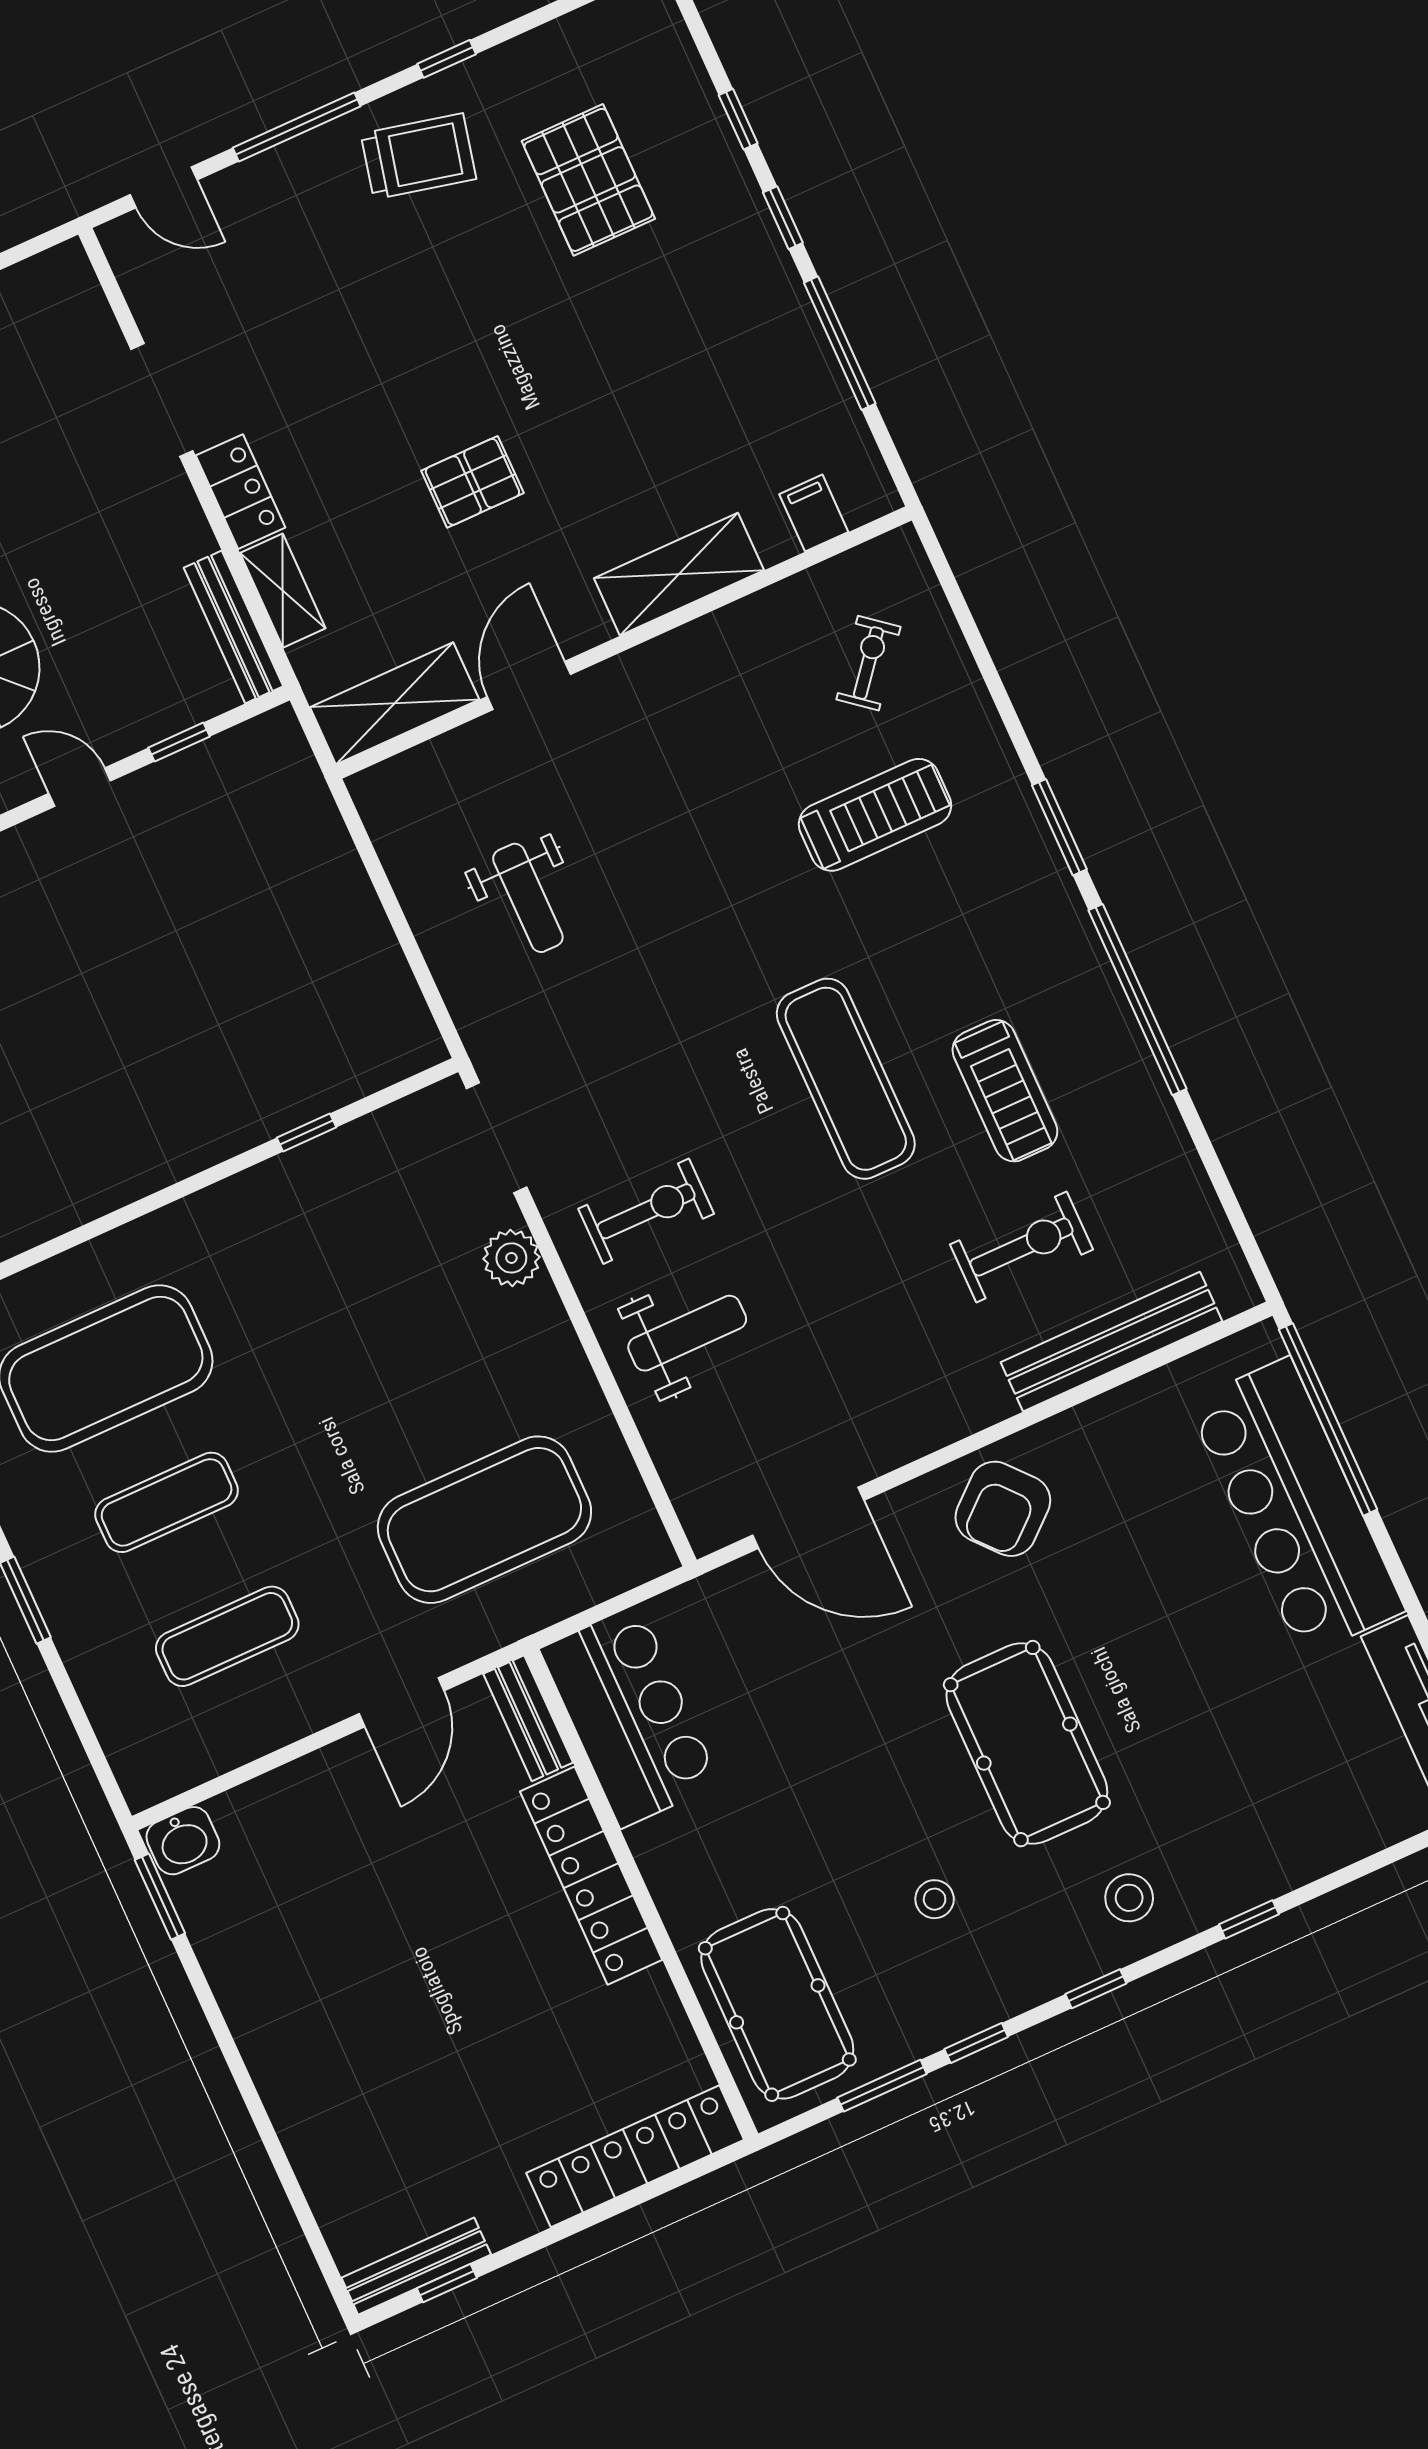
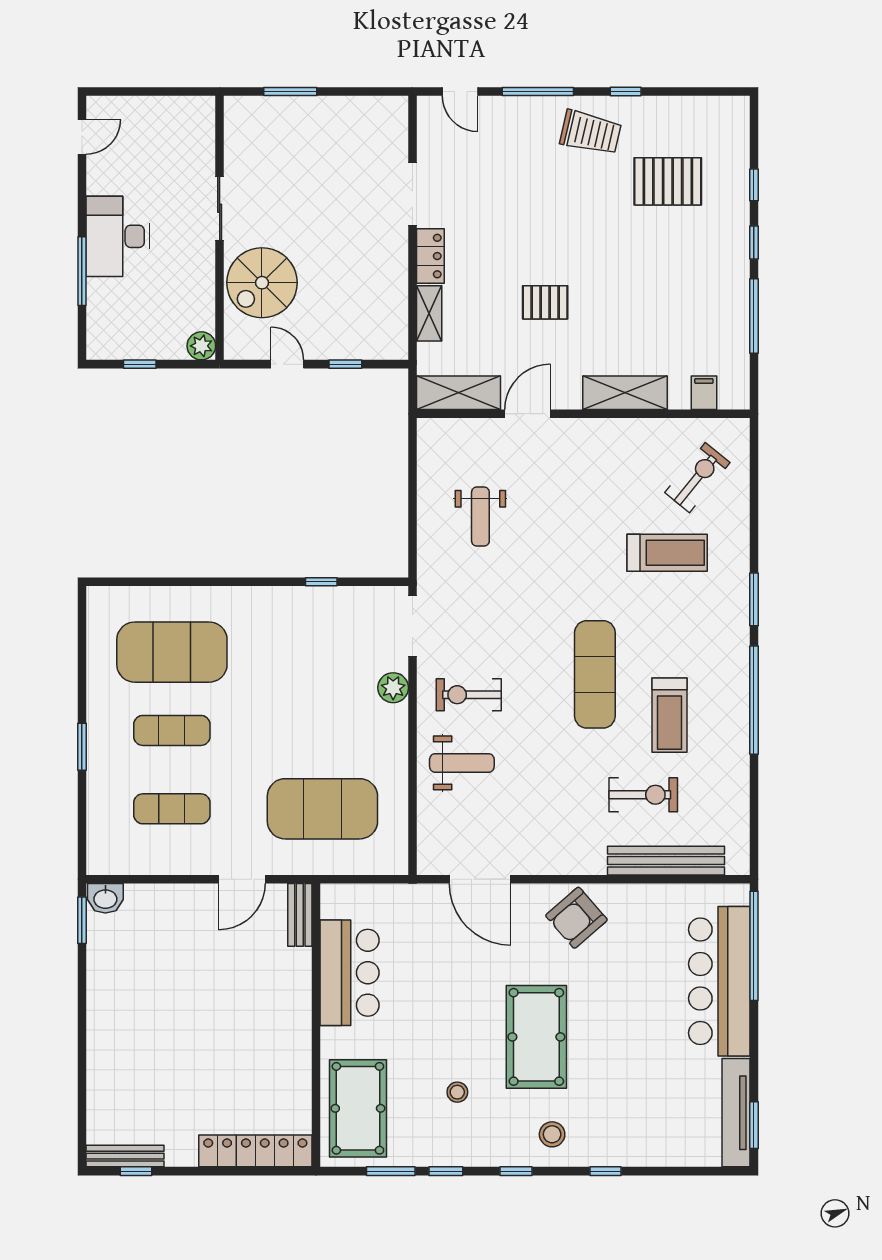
pallet: (588, 180) -> (668, 181), turned 90
bench: (233, 627) -> (397, 320), removed
exercise bike: (868, 663) -> (697, 478), width x1.38, depth x1.39
exercise bike: (646, 1211) -> (469, 695), turned 180
bar counter: (630, 1716) -> (350, 973), moved
locker: (591, 1876) -> (296, 1005), removed

